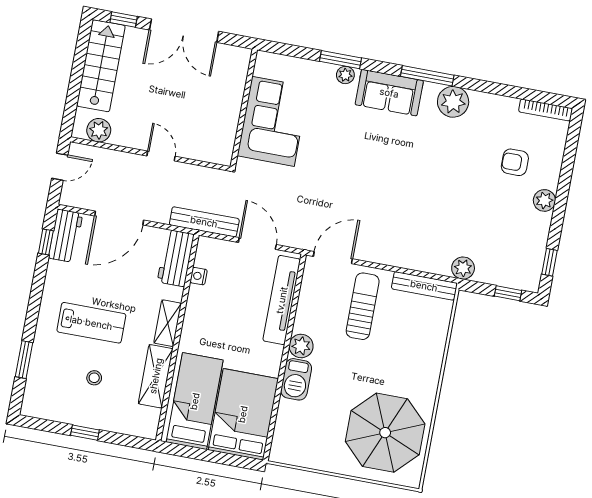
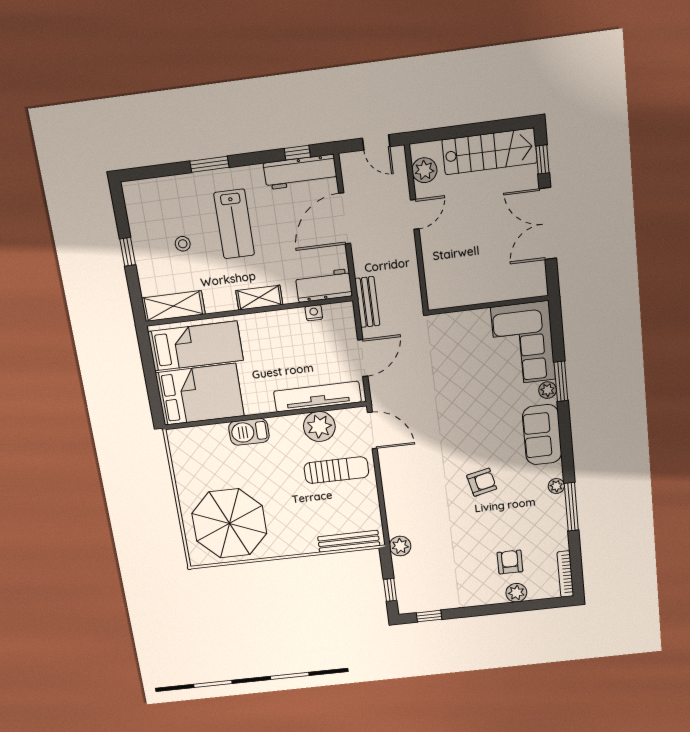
window: (427, 76) -> (571, 507), moved
plant: (453, 102) -> (556, 486), width x0.53, depth x0.53
corner sofa: (273, 121) -> (523, 343), moved, turned 90
door: (161, 156) -> (415, 214), moved
armchair: (420, 166) -> (482, 482), added
plant: (544, 200) -> (516, 593), moved
door: (119, 218) -> (345, 218), hinge flipped
bench: (204, 222) -> (367, 302), width x0.73
workbench: (66, 236) -> (300, 172), width x1.38
bench: (424, 286) -> (349, 541), moved, turned 90
plant: (301, 346) -> (319, 426), moved, width x1.36, depth x1.36
window: (24, 360) -> (209, 164), moved
shelving: (156, 376) -> (173, 306), moved

